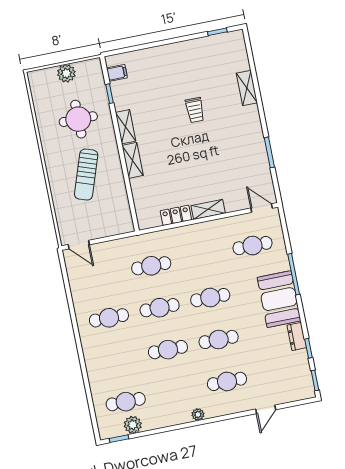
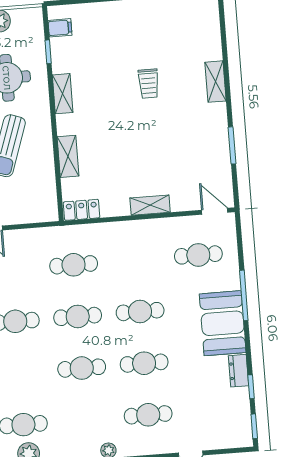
shelving: (247, 88) -> (215, 82), moved
shelving: (133, 160) -> (68, 156), moved
locker: (176, 215) -> (82, 210), moved

